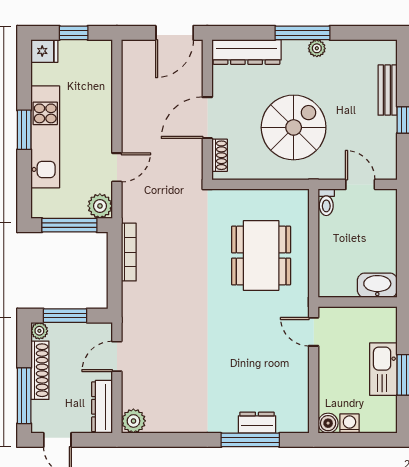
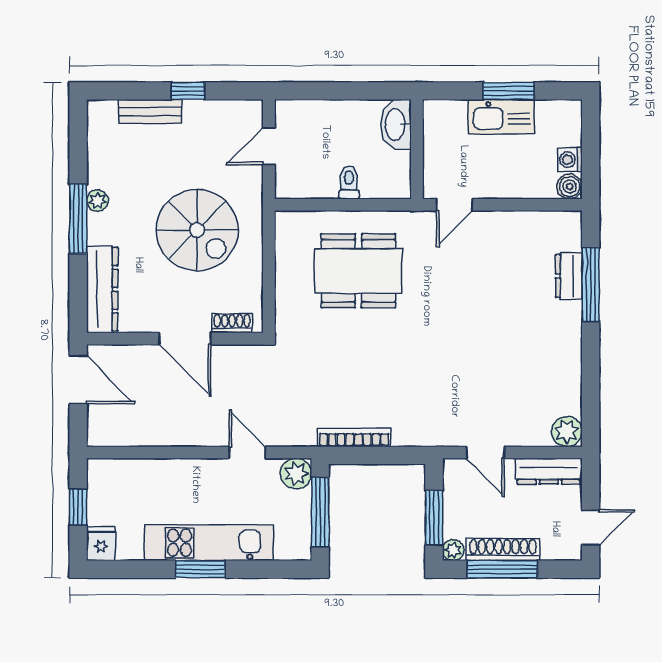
spiral stairs: (294, 127) -> (197, 230), turned 180
toilet: (326, 202) -> (349, 182), moved, turned -90
window: (24, 396) -> (502, 569), moved

